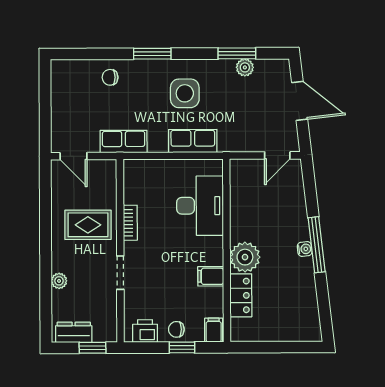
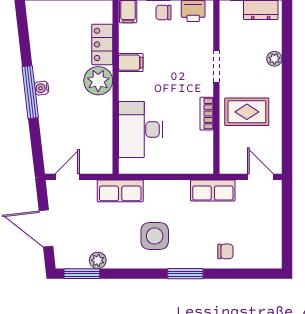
window: (237, 53) -> (82, 274), moved
row of seats: (193, 141) -> (120, 191), moved
chair: (176, 329) -> (163, 12), turned 180

